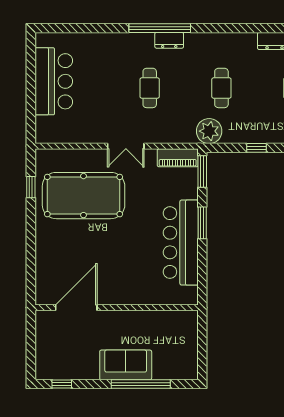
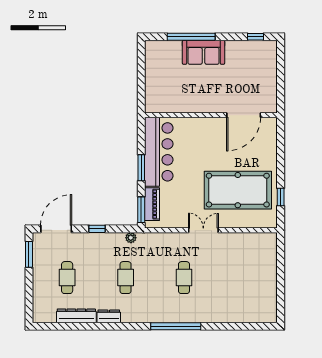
dresser: (169, 40) -> (109, 316), moved
bar counter: (54, 81) -> (262, 283), removed
plant: (209, 131) -> (131, 238), width x0.53, depth x0.53
piano: (178, 158) -> (152, 204), moved, turned 90
door: (76, 308) -> (244, 115), moved
wall: (117, 308) -> (211, 115), moved

